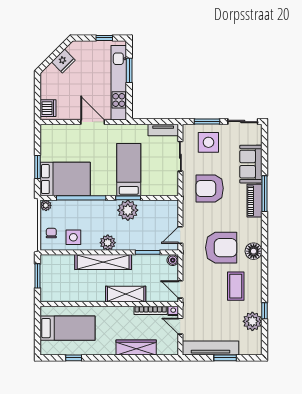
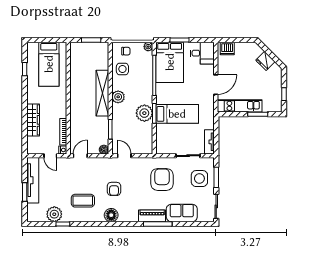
kitchen unit: (119, 83) -> (240, 106), width x0.73
desk: (54, 139) -> (202, 53), added
armchair: (221, 248) -> (114, 189), width x0.53, depth x0.53
shelving: (126, 294) -> (76, 111), removed
door: (180, 326) -> (50, 156), swing flipped

